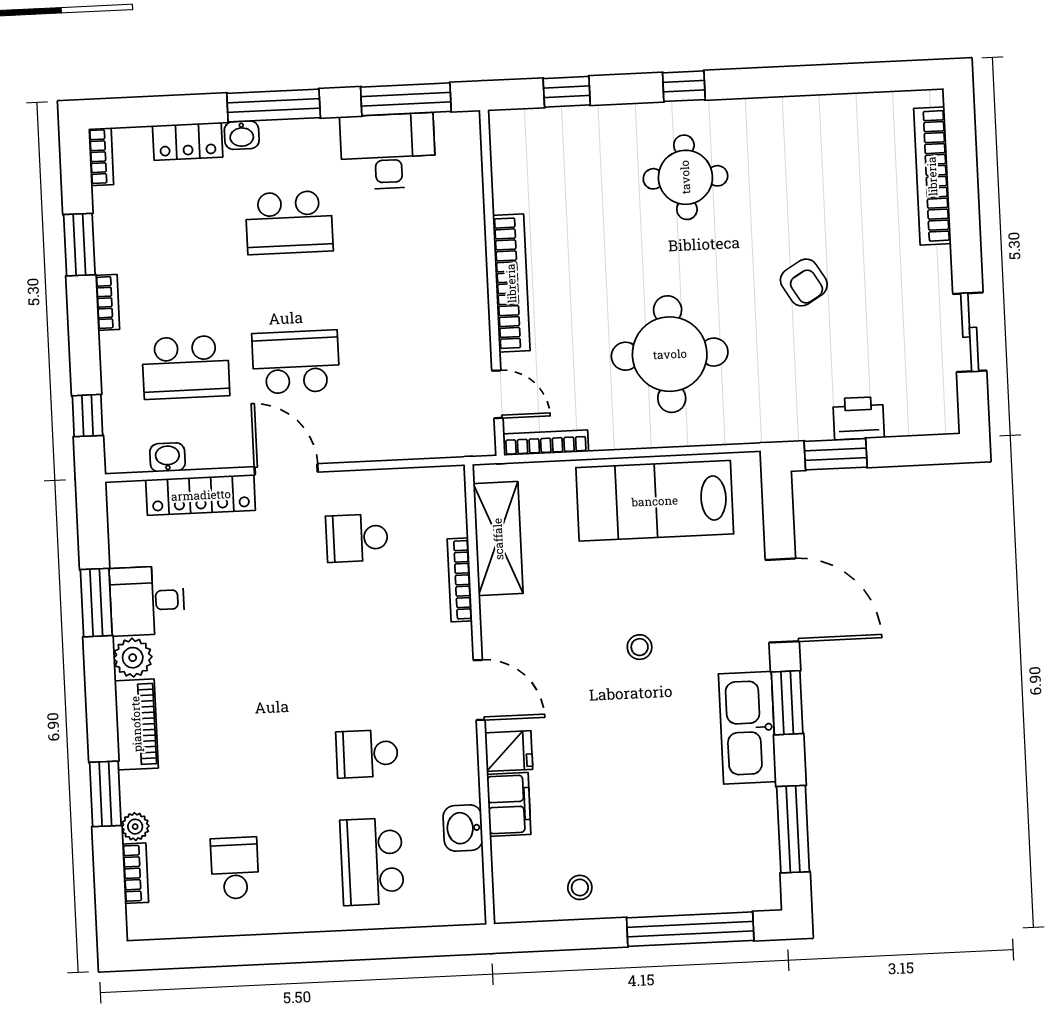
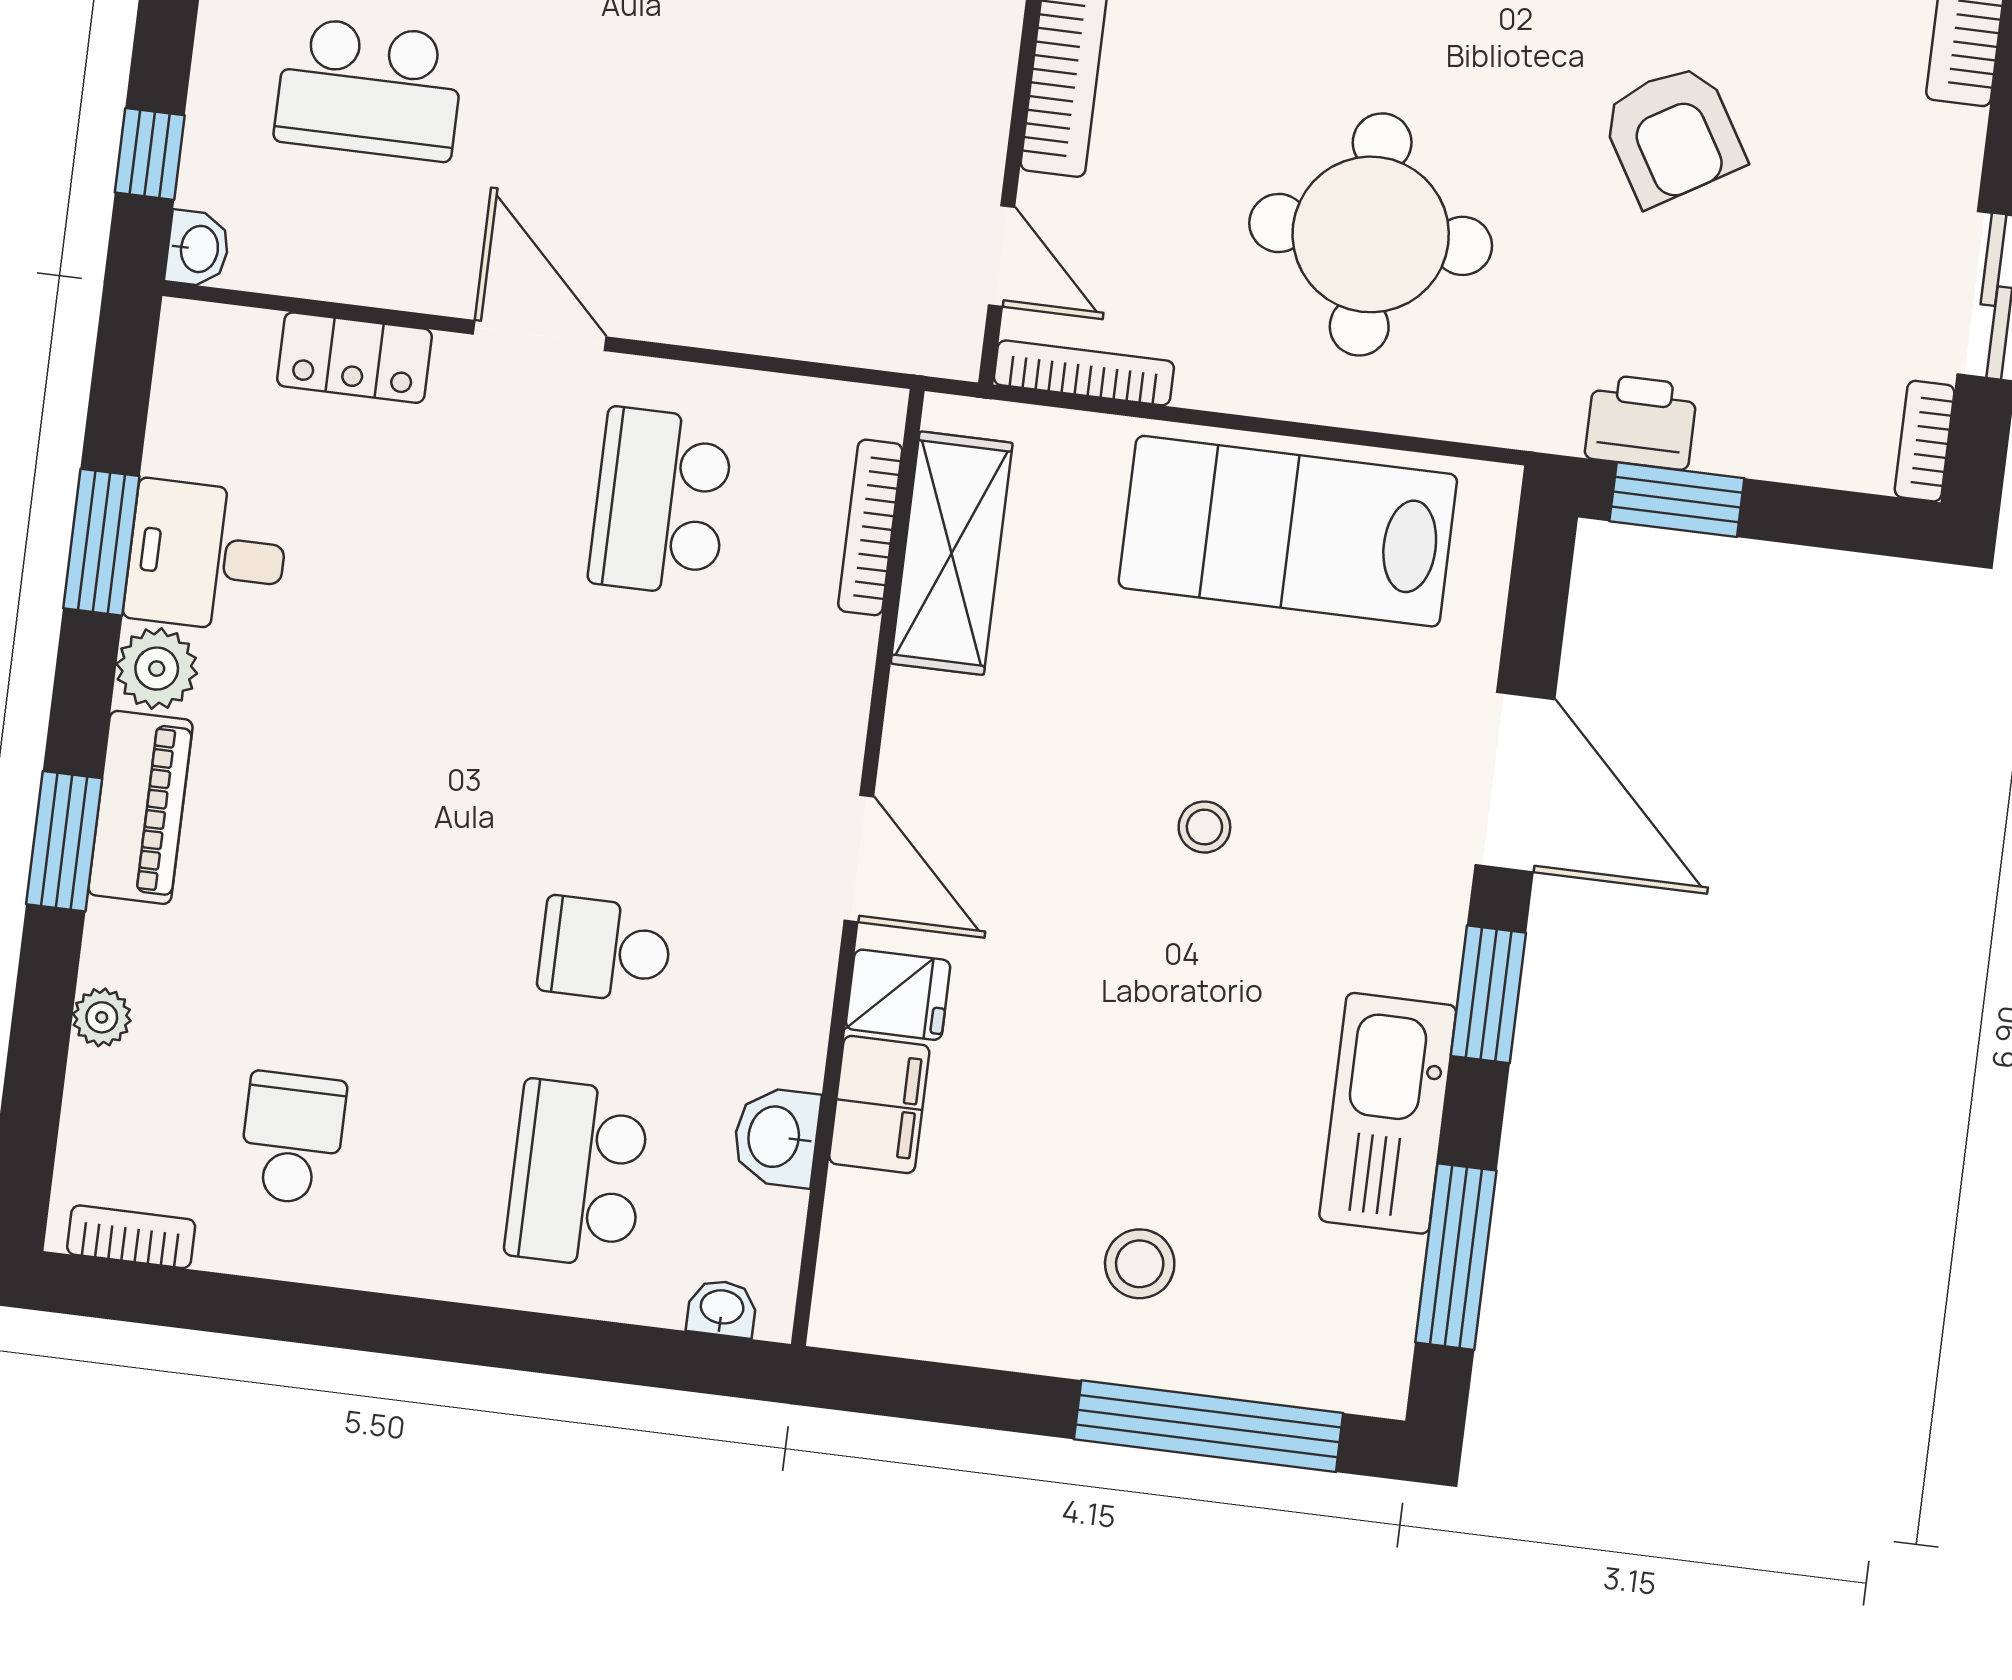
armchair: (804, 282) -> (1673, 135), width x1.38, depth x1.38
school desk: (296, 362) -> (598, 118), removed
bookcase: (948, 406) -> (1925, 441), added
printer: (859, 418) -> (1641, 422), moved
washbasin: (167, 457) -> (198, 249), moved, turned 90
locker: (201, 495) -> (354, 358), width x0.66
school desk: (357, 538) -> (661, 502), width x1.85
bookcase: (460, 580) -> (870, 527), moved
kitchen sink: (747, 728) -> (1388, 1113), moved
window: (105, 794) -> (64, 841), moved
bookcase: (135, 873) -> (131, 1237), moved, turned -90
stool: (580, 887) -> (1140, 1264), moved, width x1.37, depth x1.37
washbasin: (451, 913) -> (722, 1308), added

